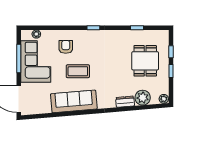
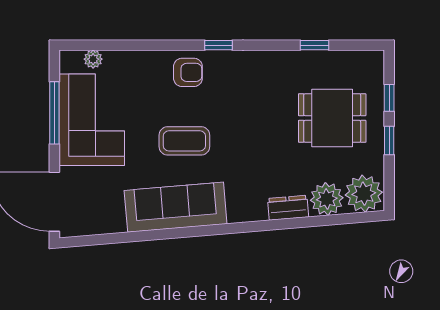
armchair: (66, 47) -> (188, 72), moved, turned 90
dining table: (145, 61) -> (332, 118), turned 90
plant: (164, 99) -> (364, 194), width x1.87, depth x1.87

